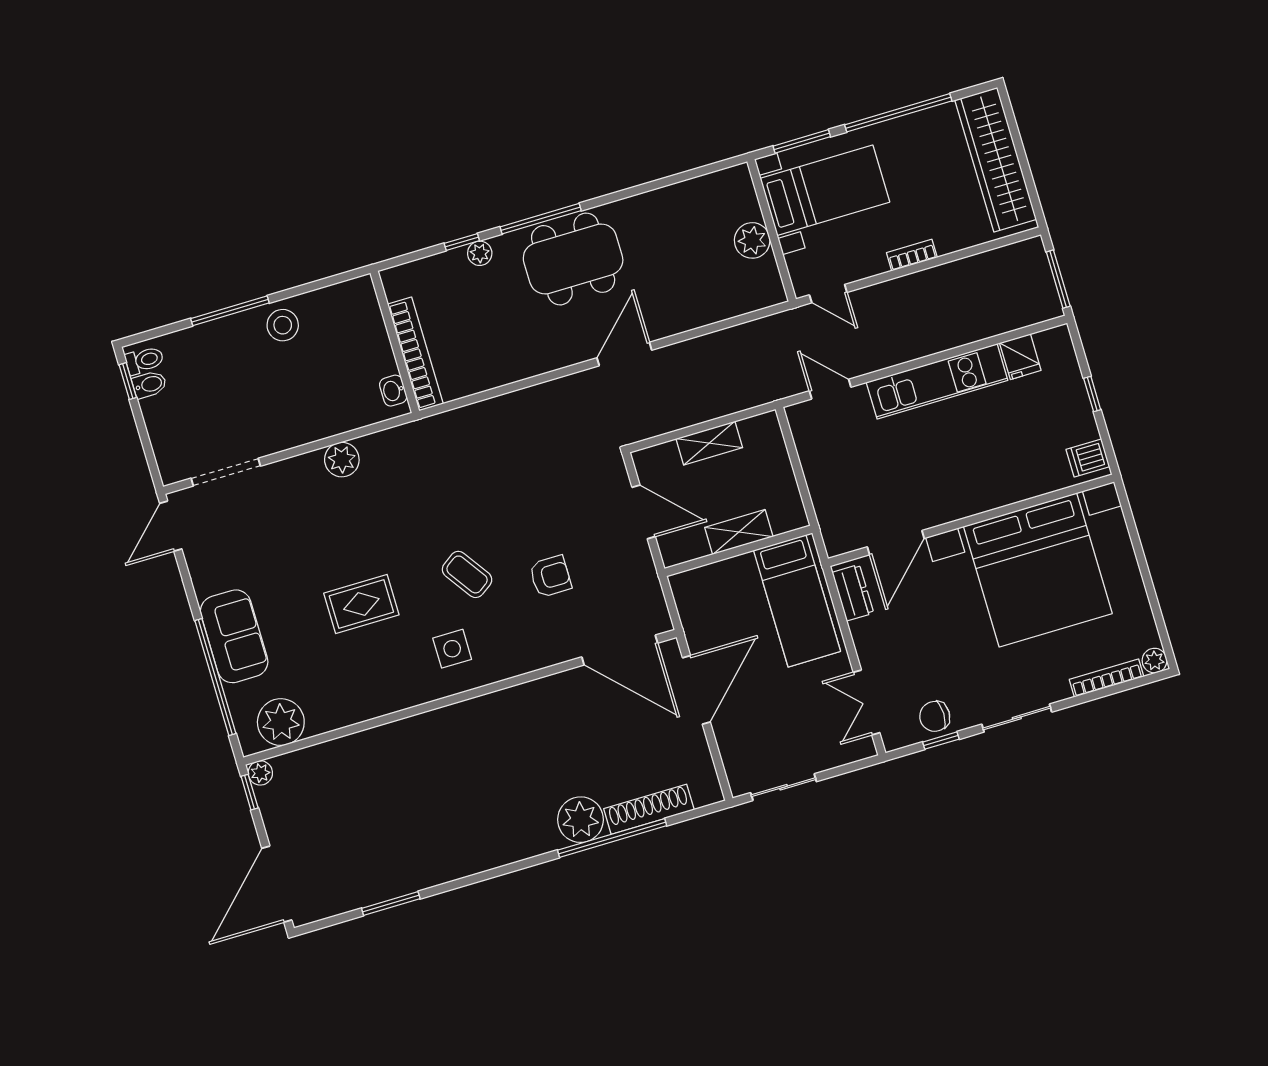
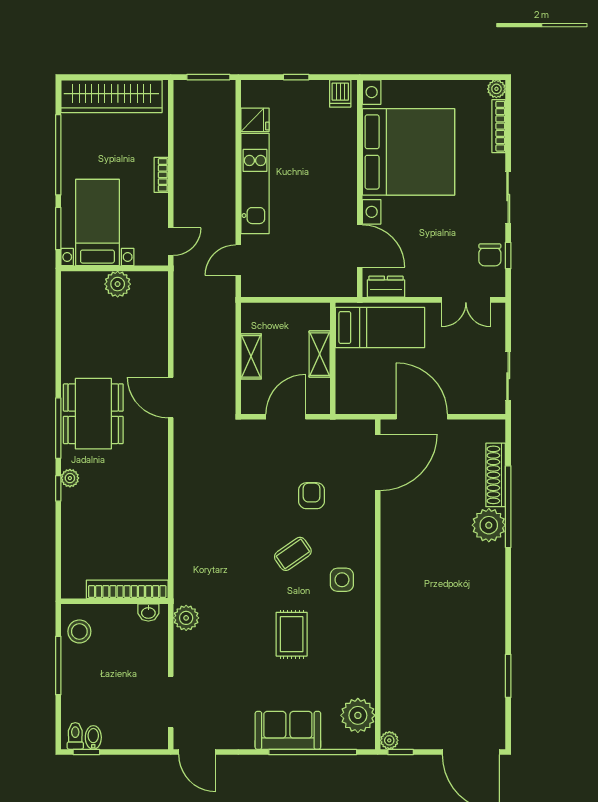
wall: (395, 342) -> (115, 601), moved
bookcase: (415, 354) -> (127, 589), moved
washbasin: (393, 391) -> (148, 612), moved

